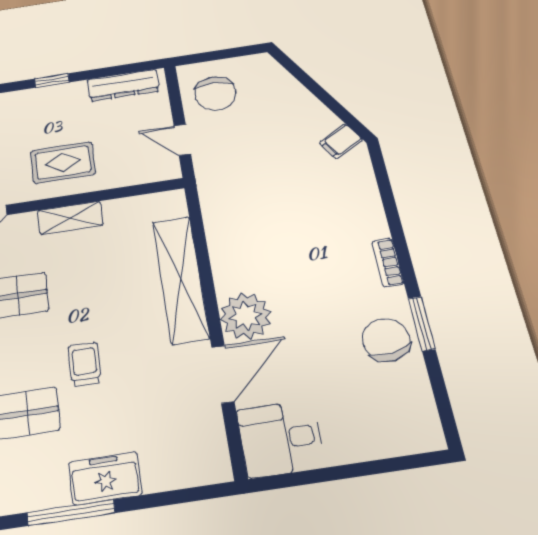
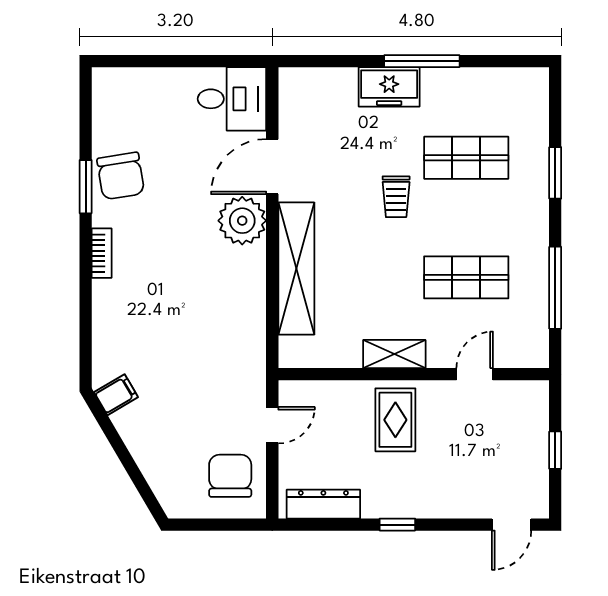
door: (182, 140) -> (272, 425), hinge flipped
rug: (63, 163) -> (395, 420), turned 90

